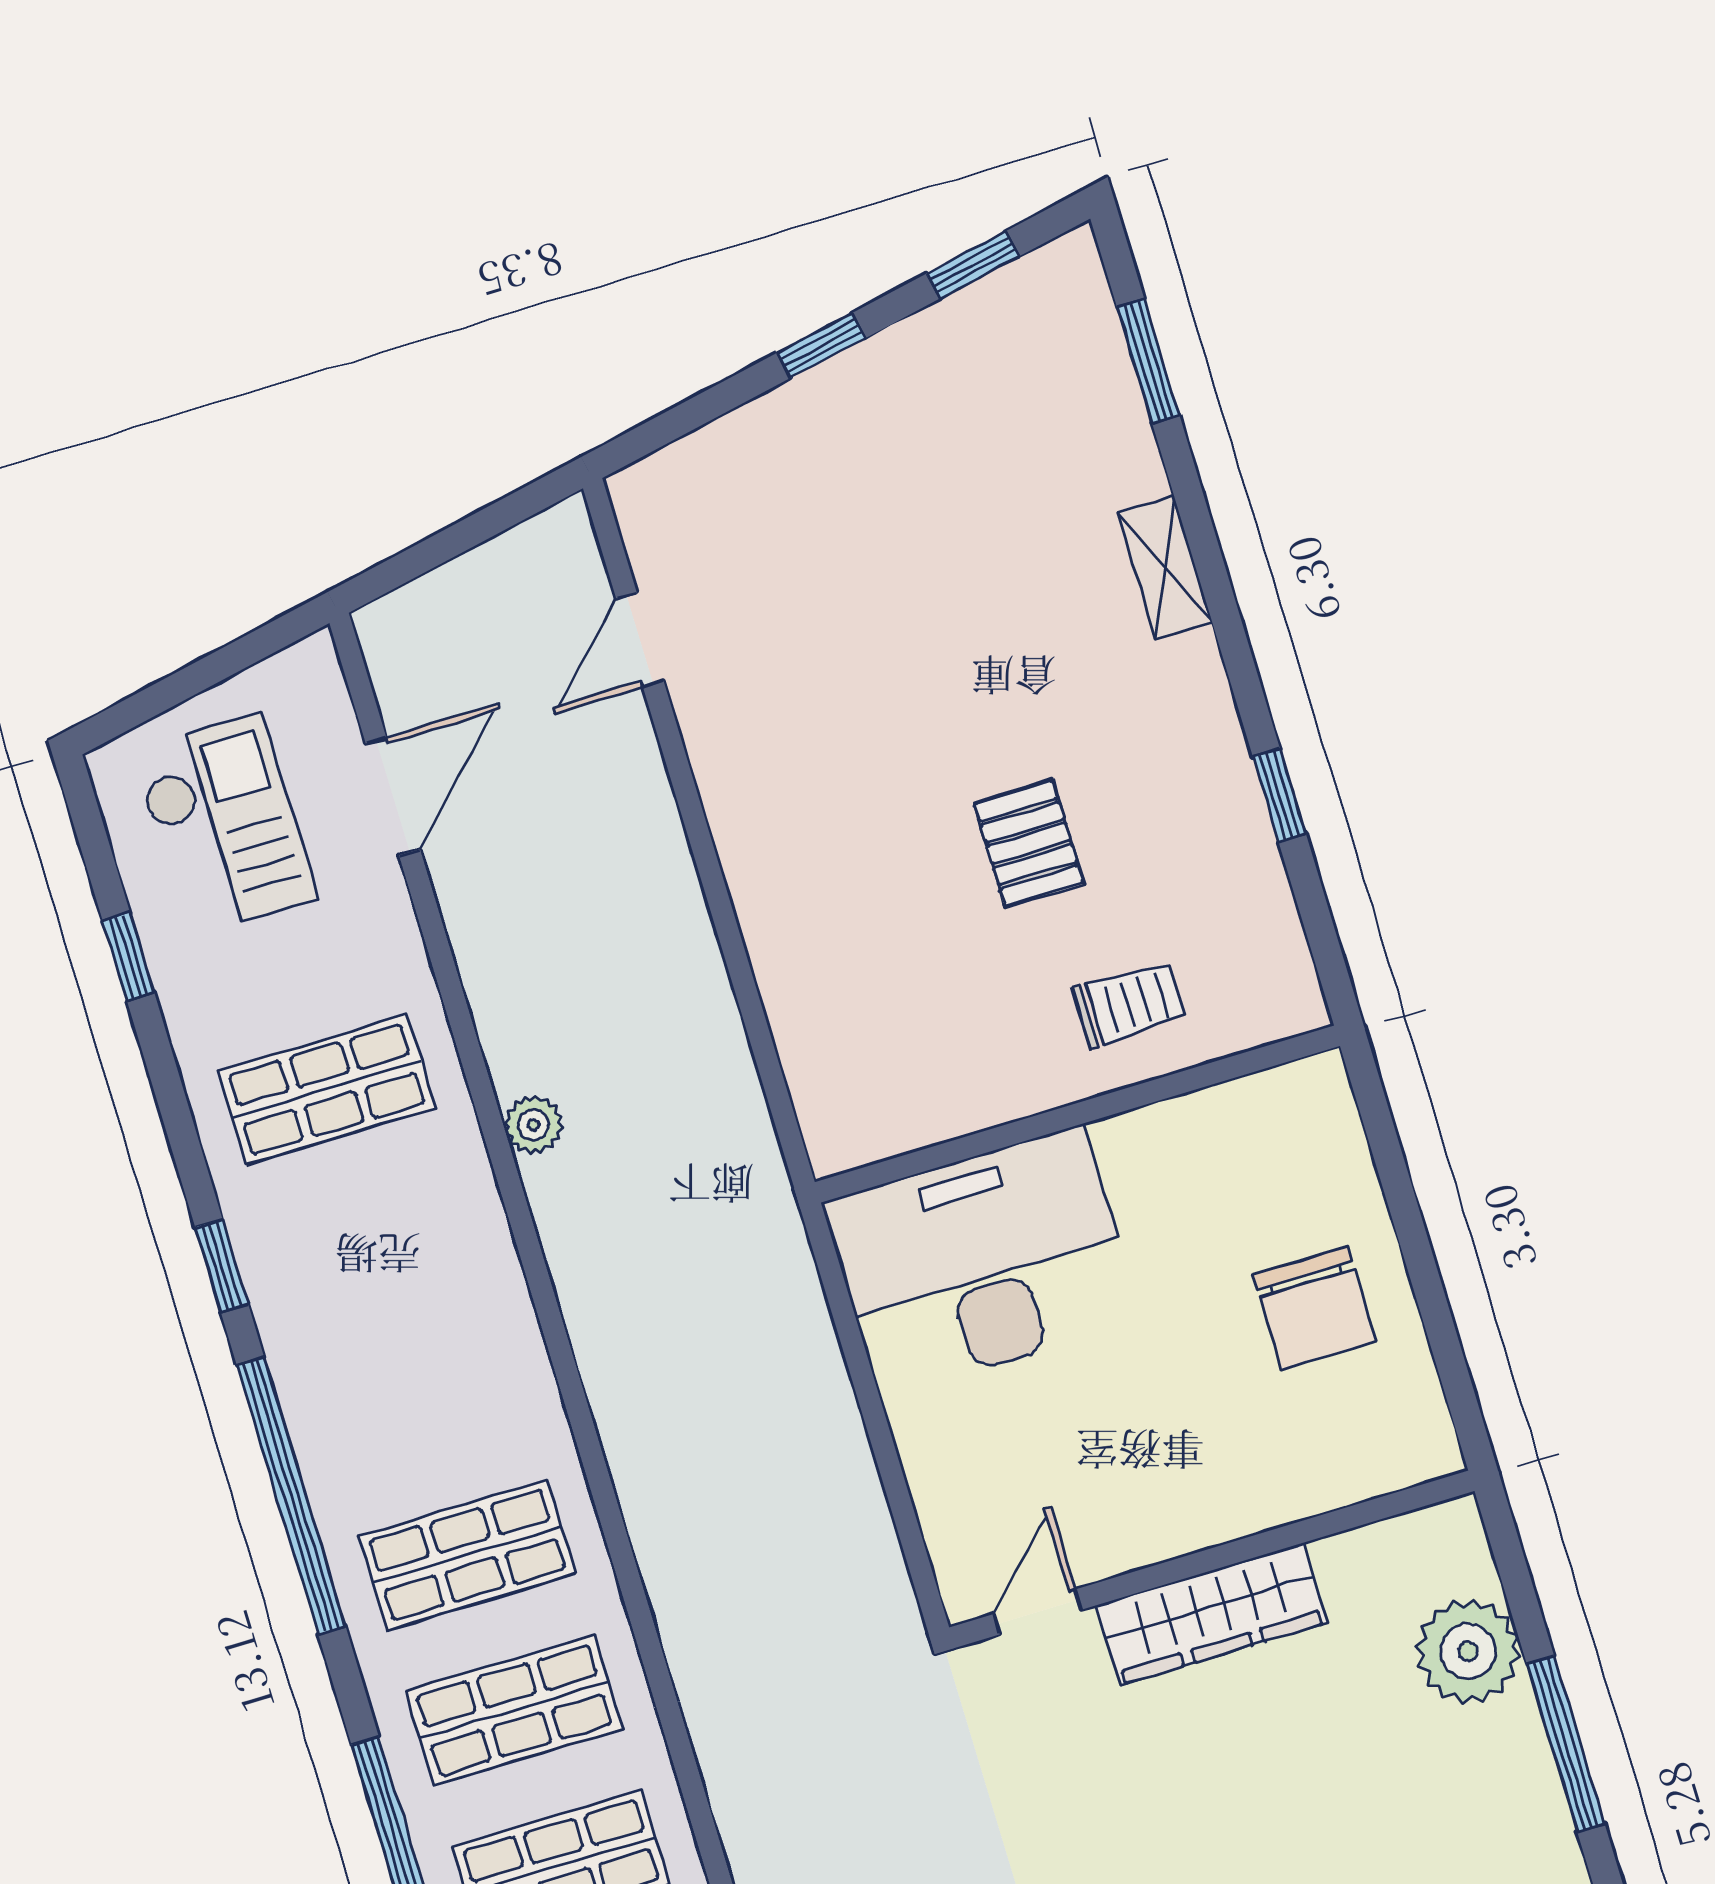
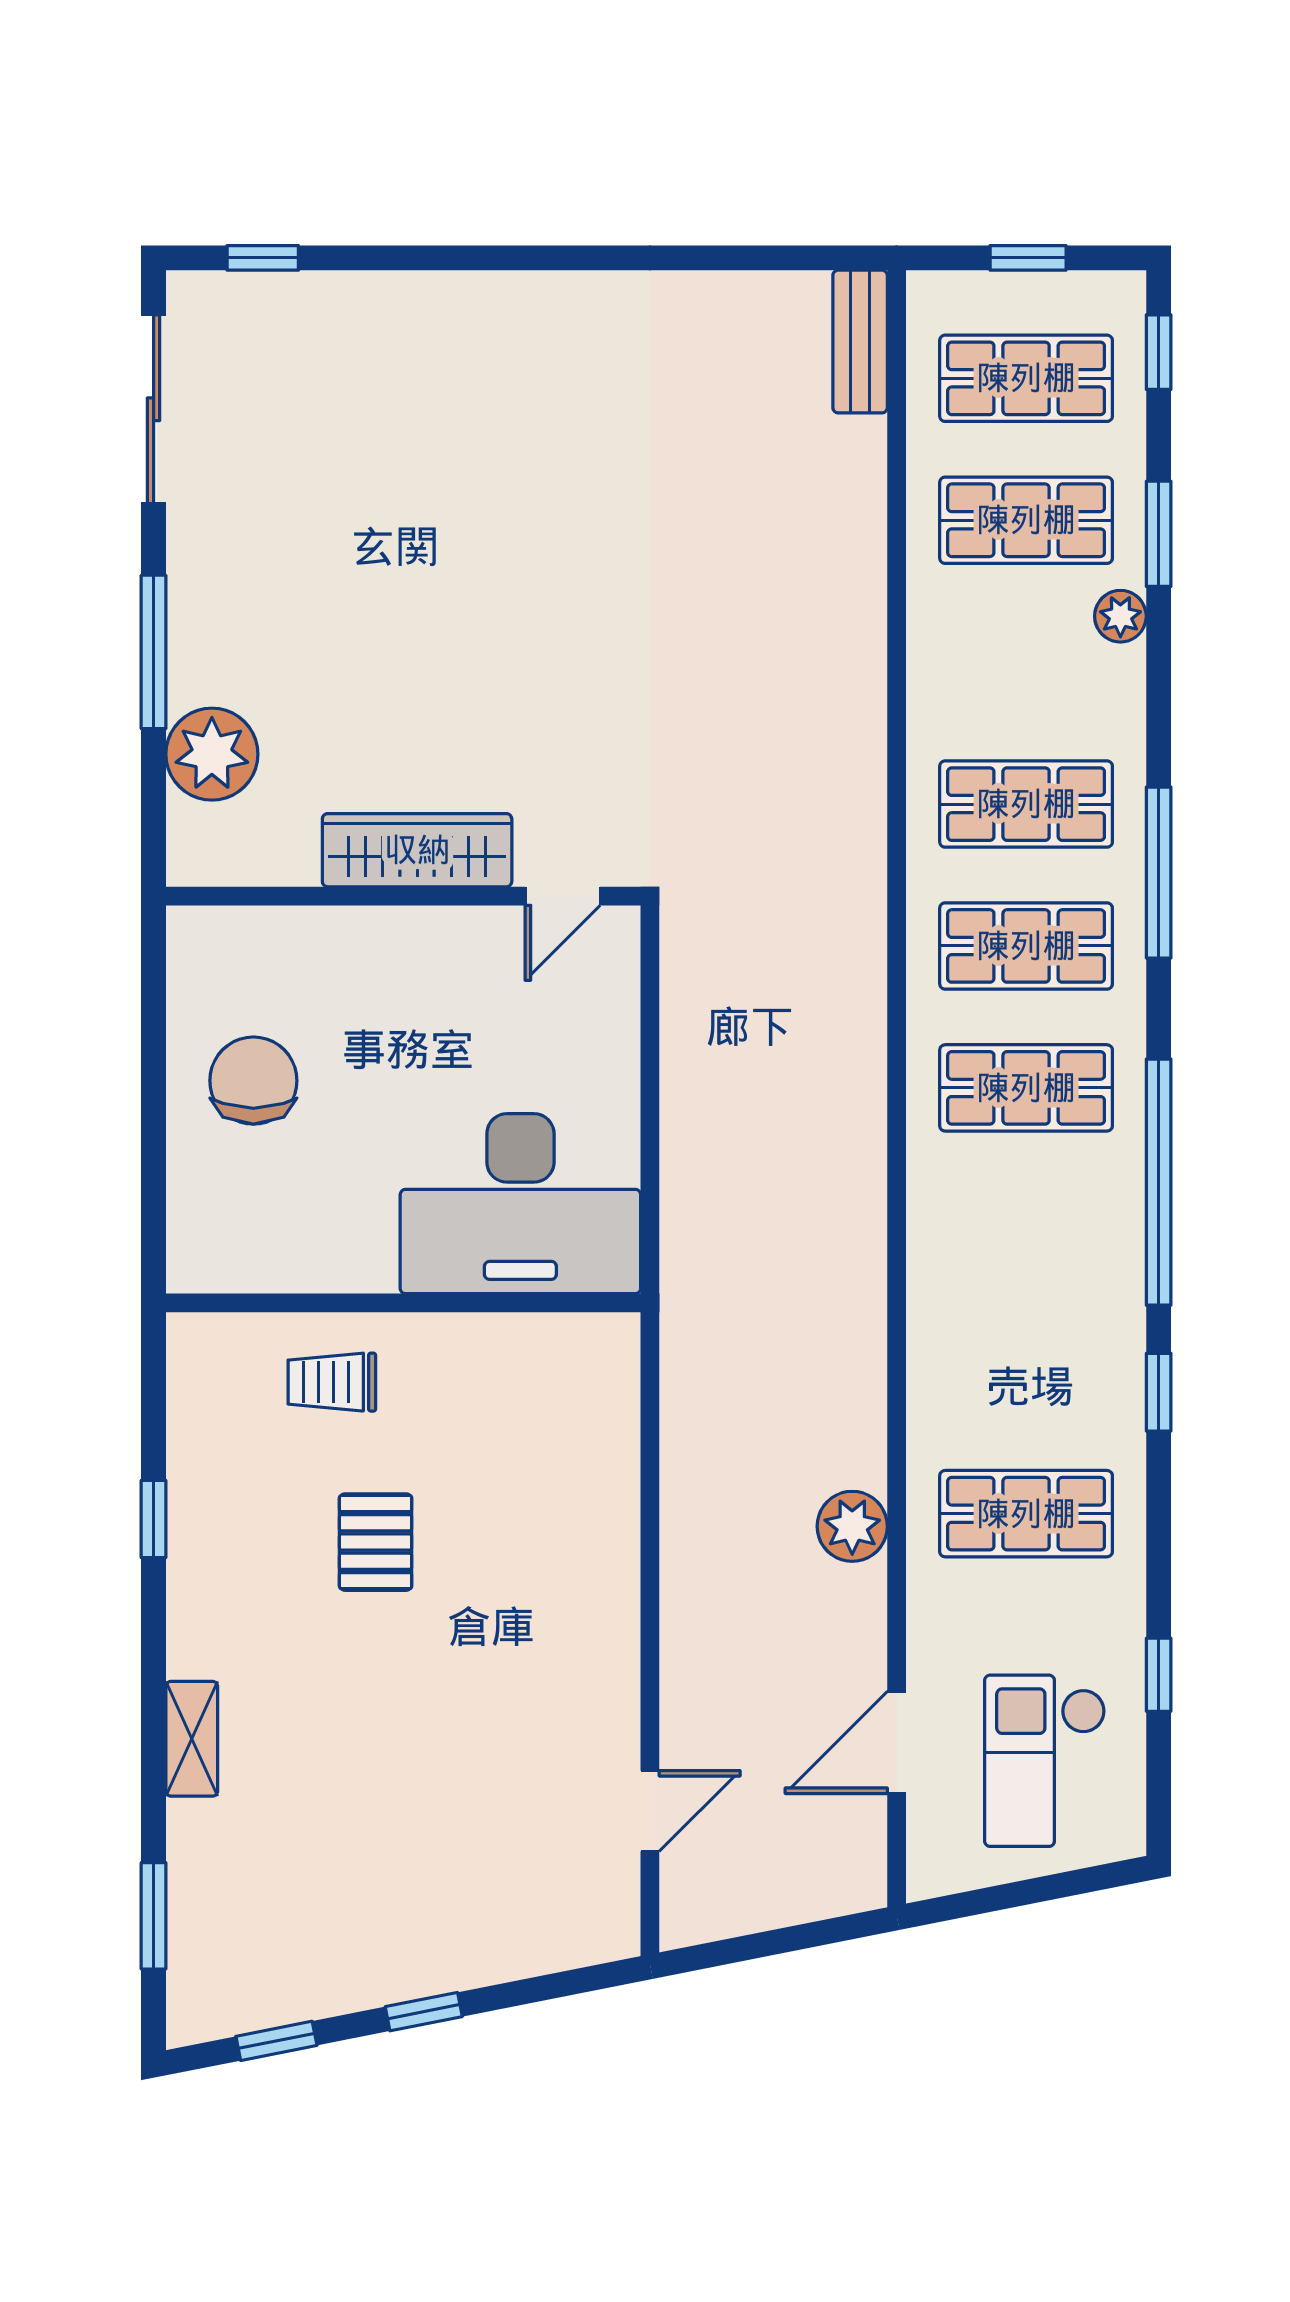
plant: (533, 1125) -> (852, 1526), moved, width x1.38, depth x1.38

